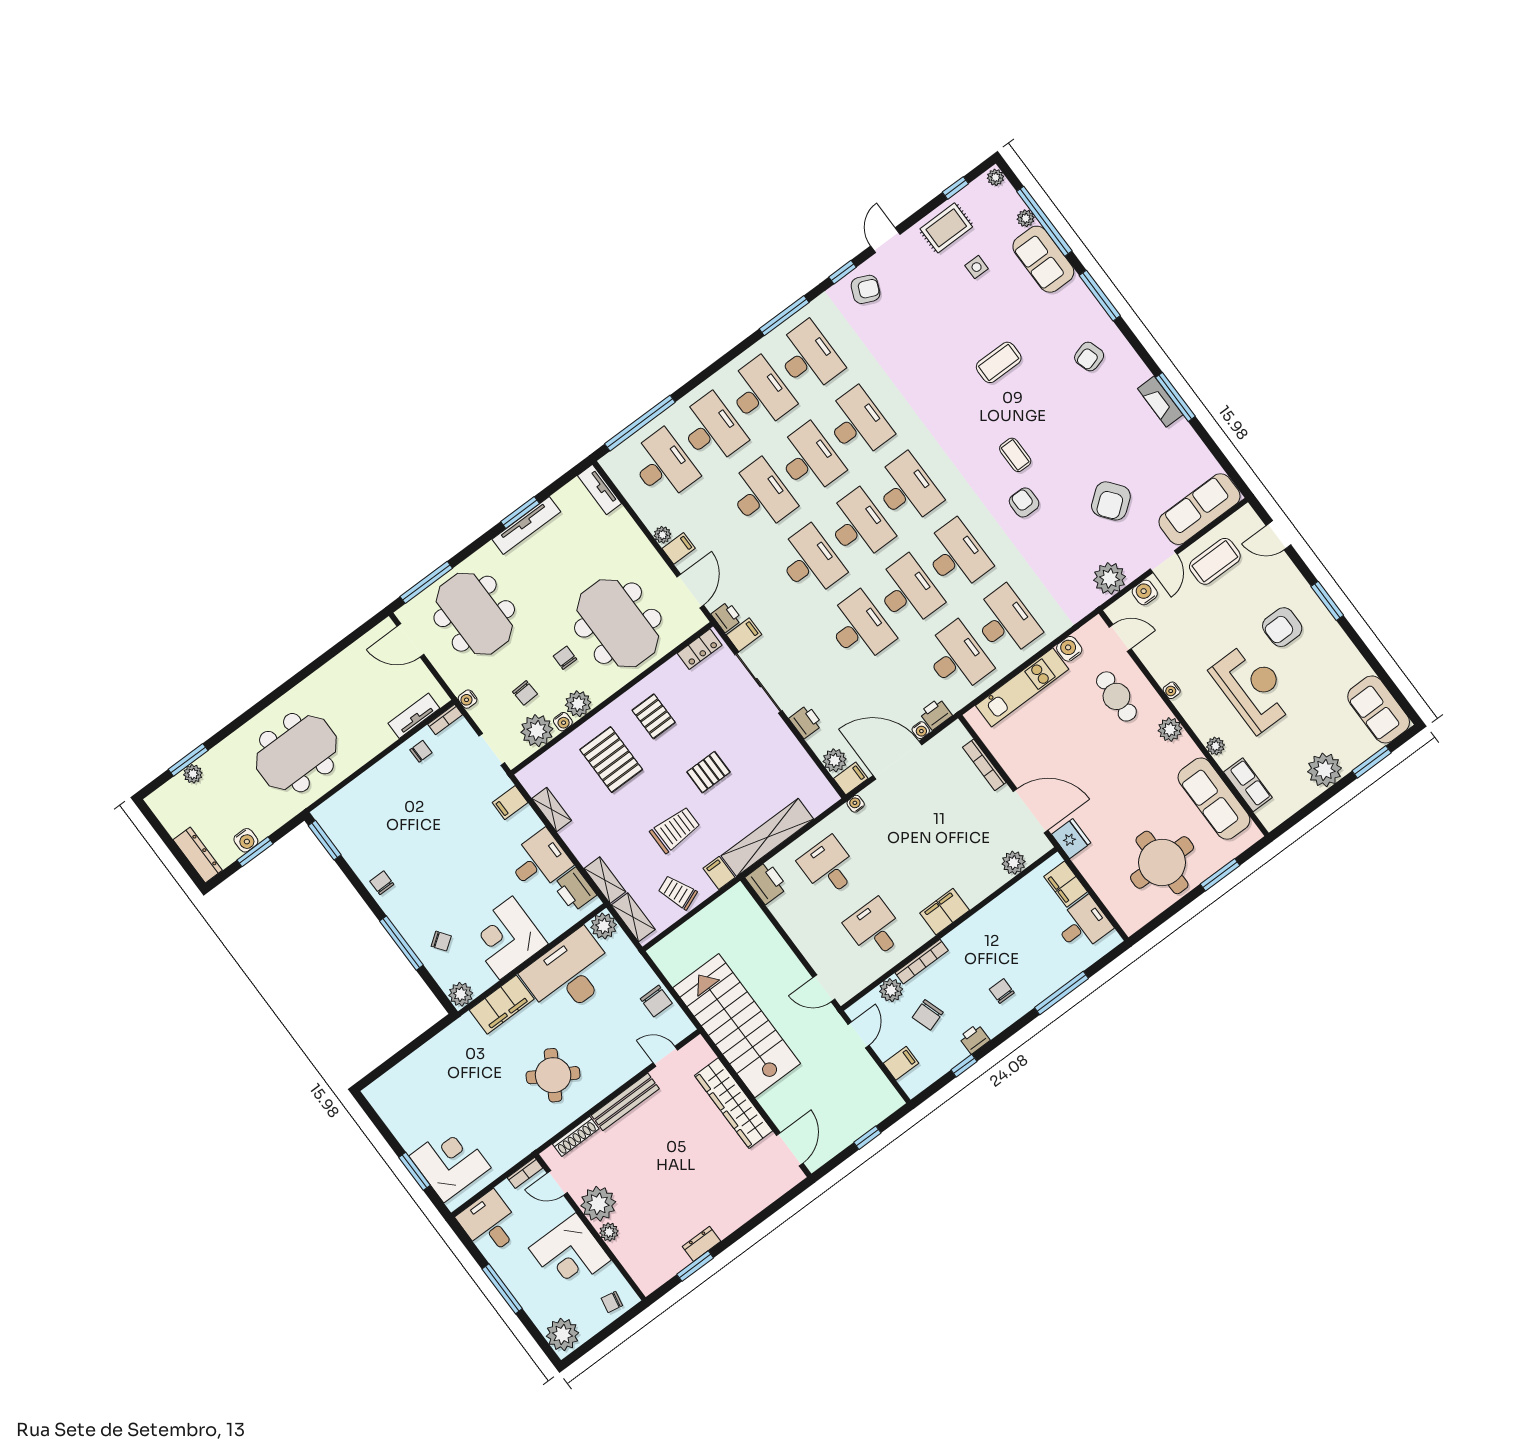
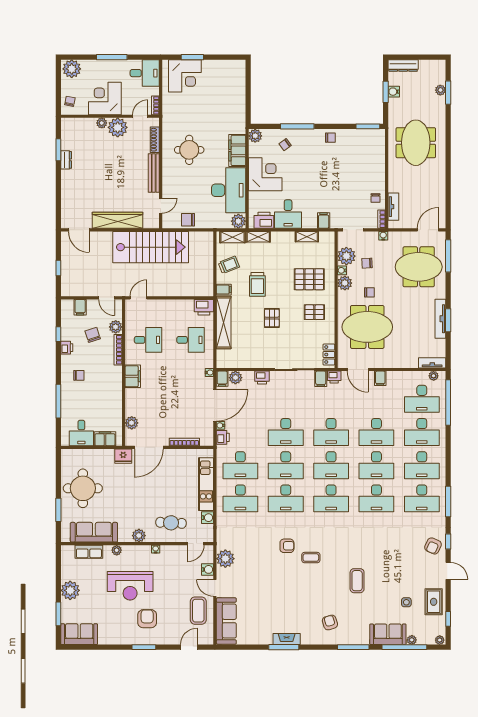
armchair: (1111, 501) -> (259, 585), removed
plant: (663, 535) -> (434, 376), moved
round table: (553, 1075) -> (189, 150), turned -31

